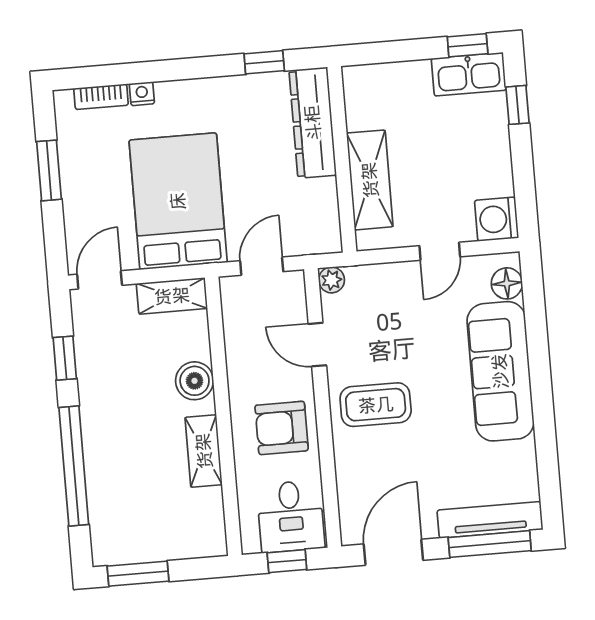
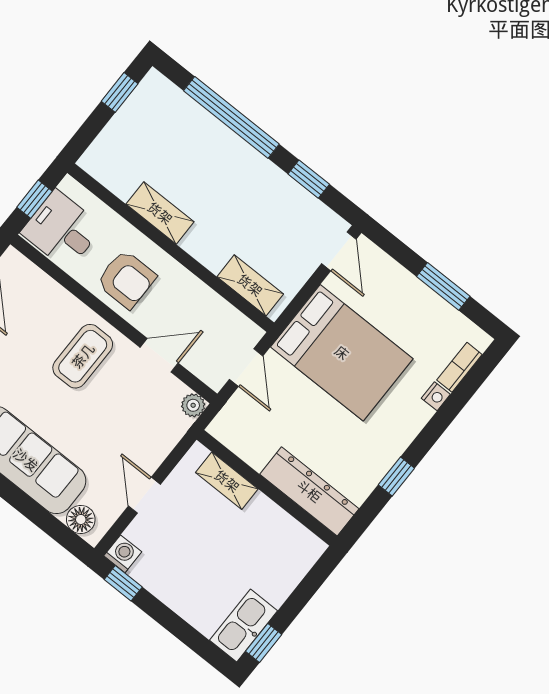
window: (264, 62) -> (396, 477), moved
window: (518, 105) -> (123, 583), moved
shelving: (370, 180) -> (227, 481), width x0.67, depth x0.75
washing machine: (497, 219) -> (123, 554), width x0.73, depth x0.73
shelving: (172, 296) -> (250, 285), moved, turned 90
boiler: (195, 381) -> (212, 251), removed
armchair: (282, 428) -> (126, 279), turned 90
window: (138, 574) -> (120, 92), width x0.67

